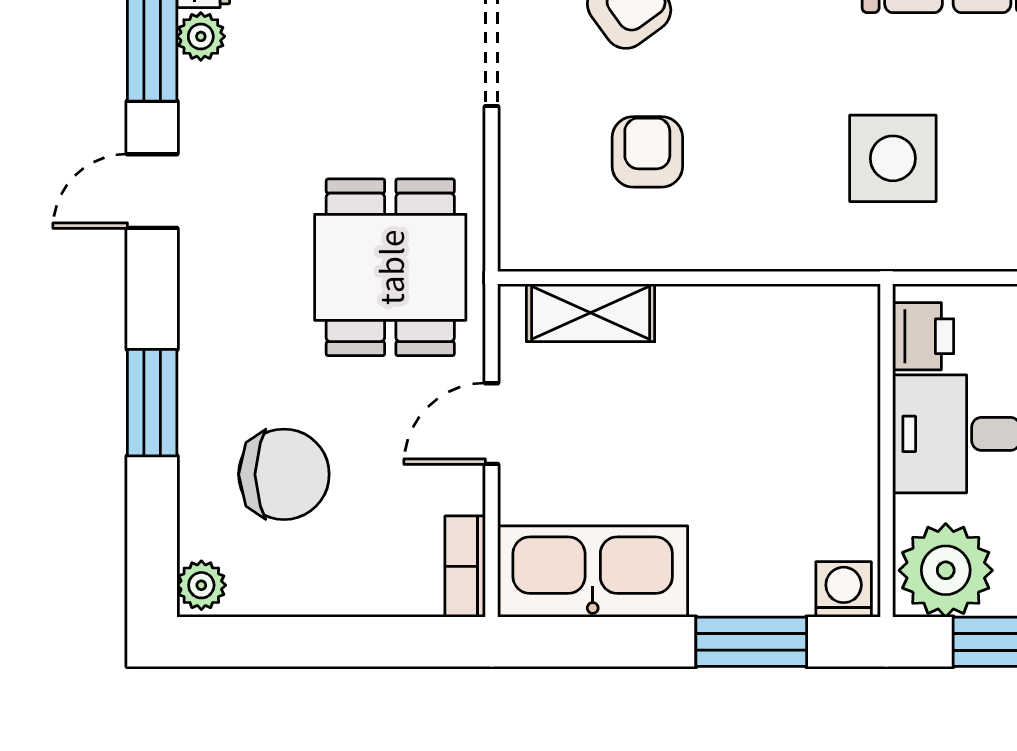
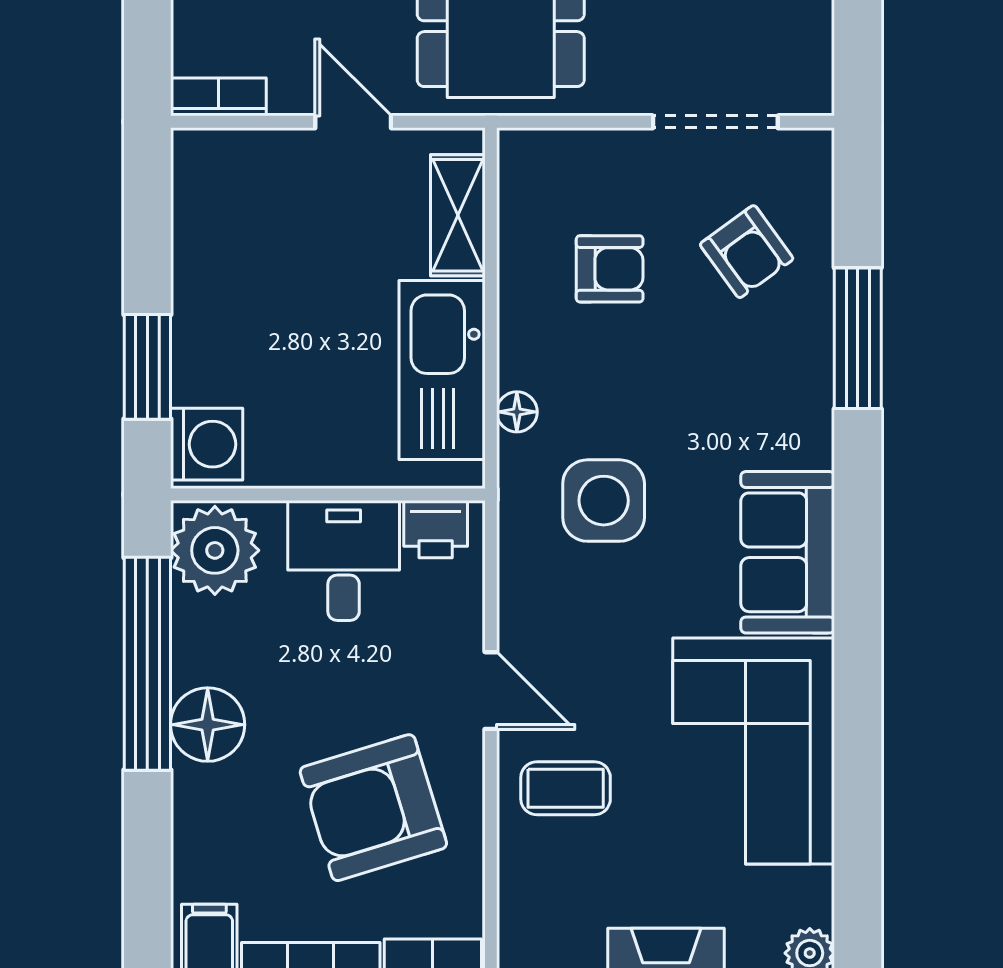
floor lamp: (799, 250) -> (517, 412), added
kitchen sink: (593, 572) -> (442, 370), moved, turned 180
washing machine: (844, 589) -> (207, 444), width x1.38, depth x1.38

